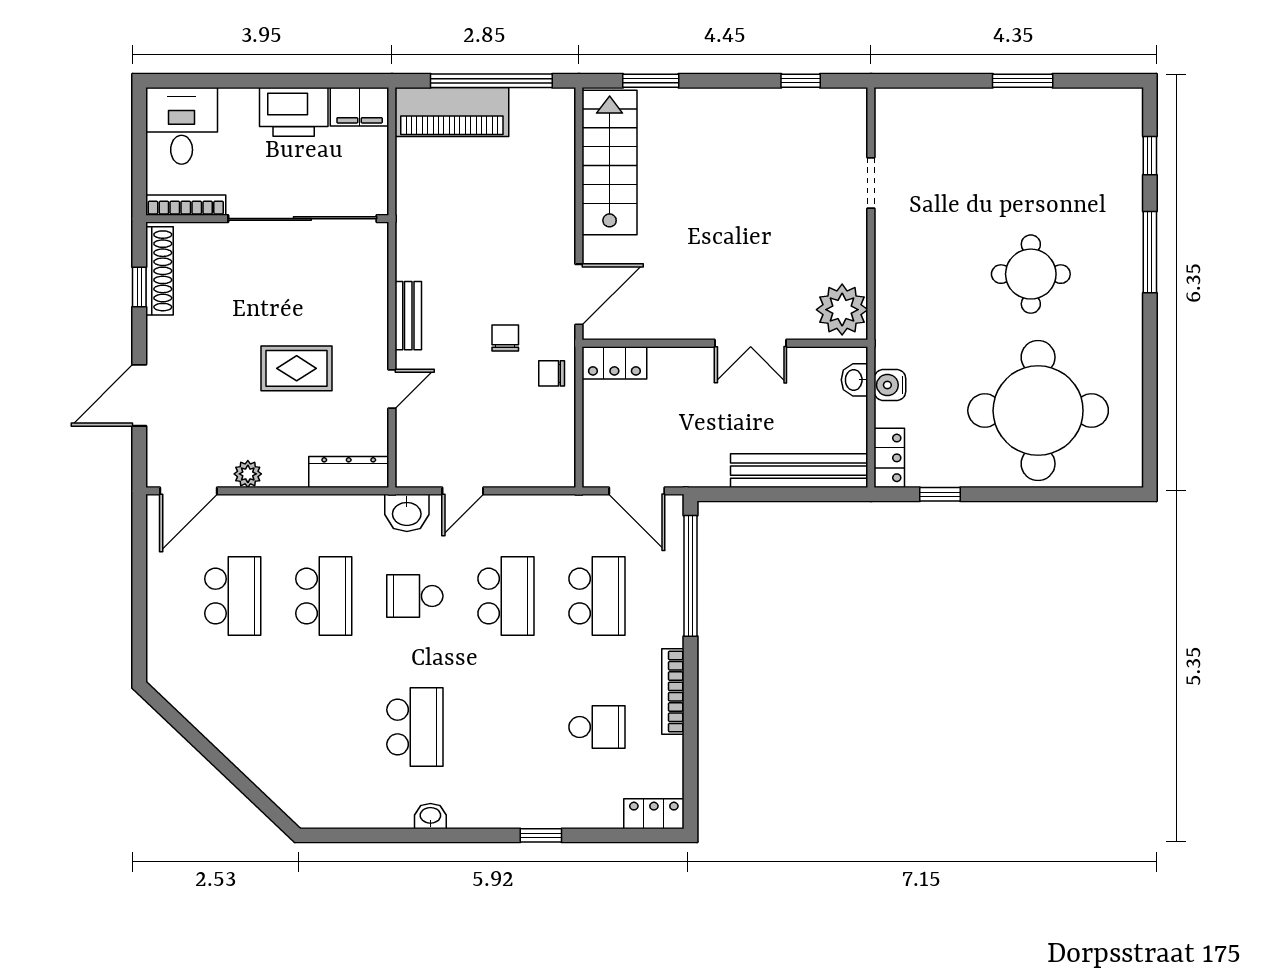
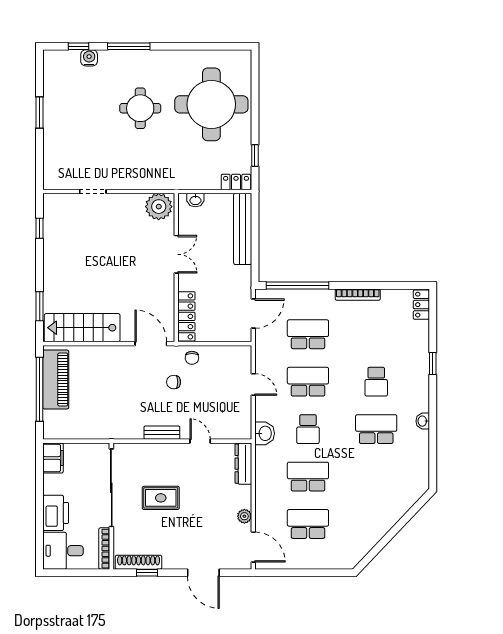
printer: (294, 112) -> (56, 513), moved
piano: (452, 112) -> (56, 380), moved
locker: (614, 363) -> (186, 316), width x1.53
rug: (297, 368) -> (161, 498), moved, turned 90
water cooler: (890, 385) -> (89, 58), moved, turned 180
door: (463, 491) -> (253, 384), moved
school desk: (597, 727) -> (376, 382), moved, turned 180

